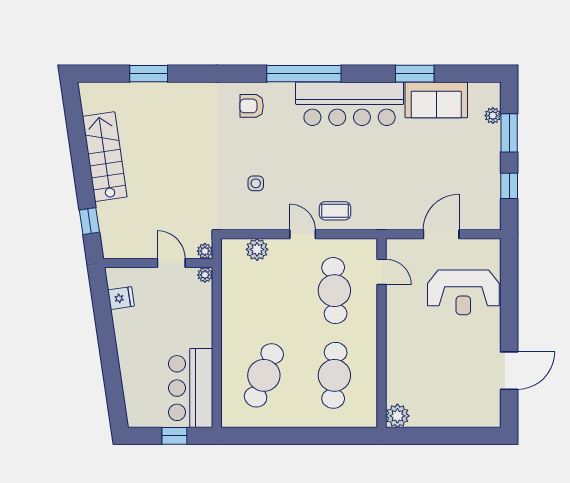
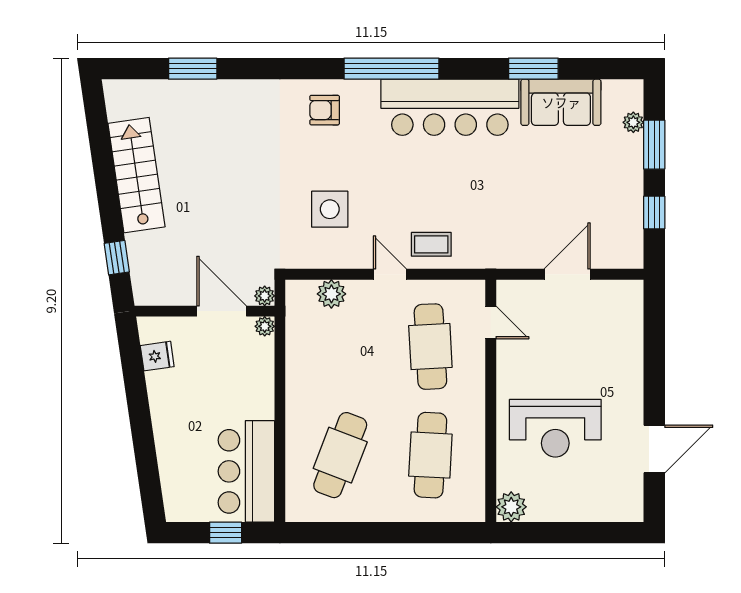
side table: (256, 183) -> (330, 209), width x1.87, depth x1.87
door: (171, 263) -> (222, 311), width x1.38
reception desk: (463, 292) -> (555, 428), moved

